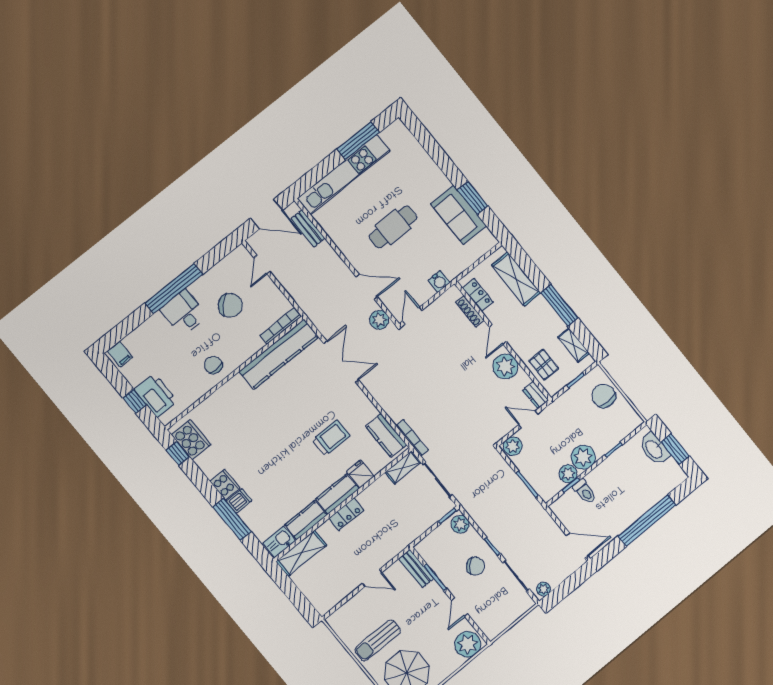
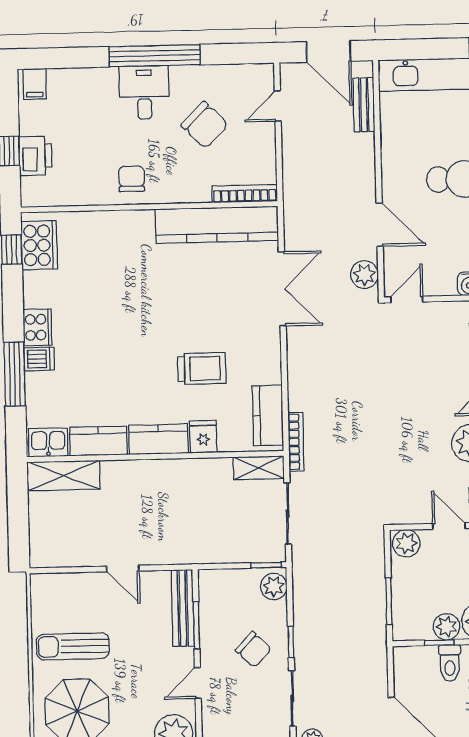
printer: (156, 395) -> (35, 156), width x0.73, depth x0.84
locker: (346, 514) -> (150, 471), removed
bench: (416, 568) -> (183, 608), width x1.36

